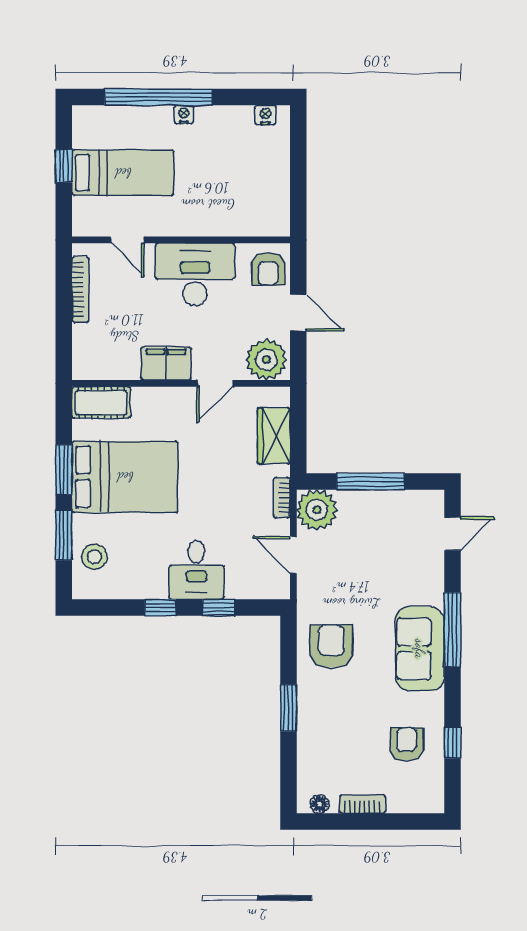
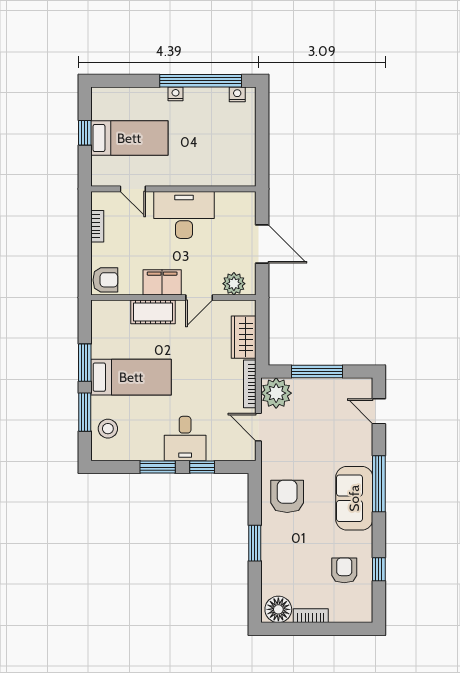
window: (159, 97) -> (201, 81), moved
armchair: (268, 269) -> (105, 280), moved, turned -90
bookcase: (80, 289) -> (97, 226), width x0.64
door: (298, 313) -> (262, 244), width x1.38
plant: (266, 360) -> (234, 284), width x0.73, depth x0.73
cot: (101, 403) -> (153, 312), moved
bed: (125, 477) -> (131, 377), width x0.67
bookcase: (282, 498) -> (250, 384), width x1.56
door: (452, 534) -> (379, 411), swing flipped
window: (160, 608) -> (158, 467), width x1.50
floor lamp: (320, 804) -> (278, 609), width x1.89, depth x1.89

